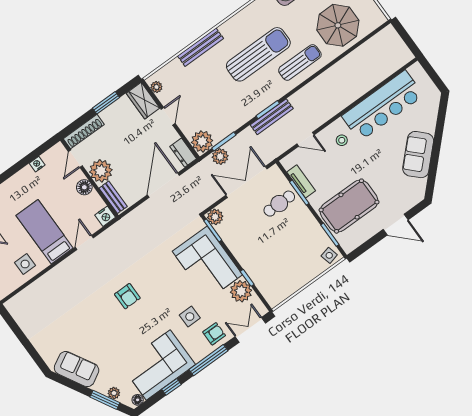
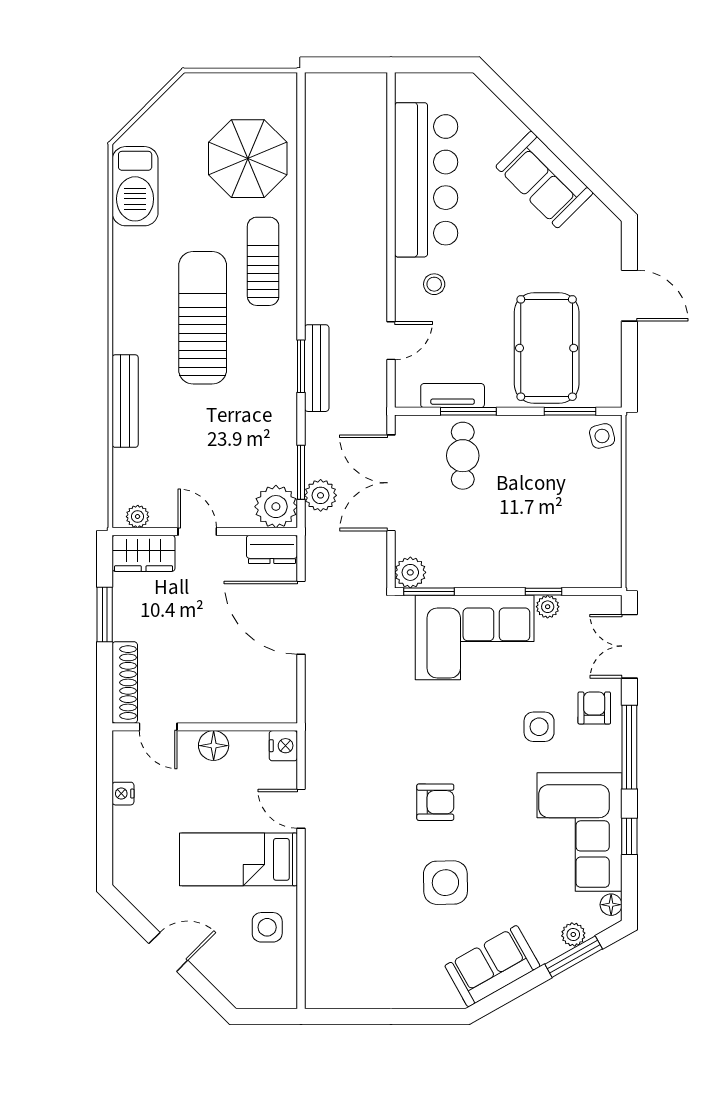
plant: (101, 171) -> (207, 701), removed
bench: (113, 197) -> (262, 711), removed
door: (396, 225) -> (629, 296), hinge flipped
plant: (241, 291) -> (548, 607), width x0.53, depth x0.53
side table: (97, 325) -> (445, 883), added

